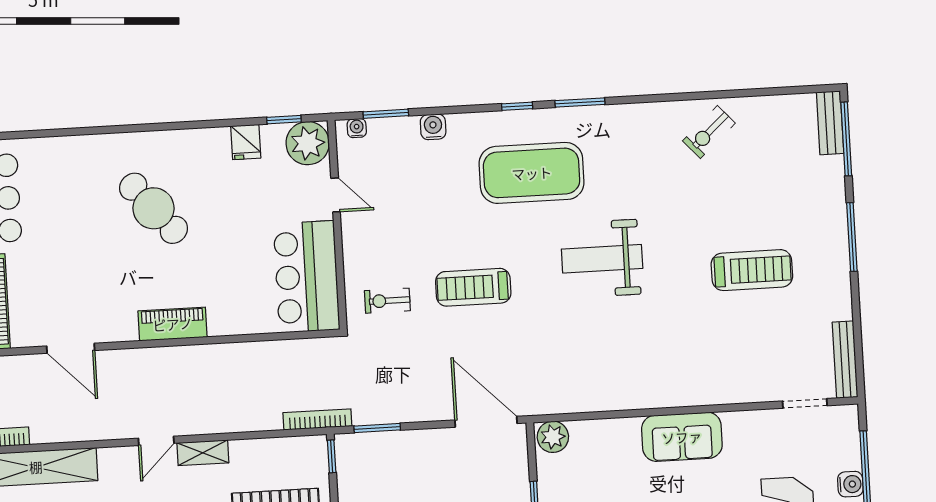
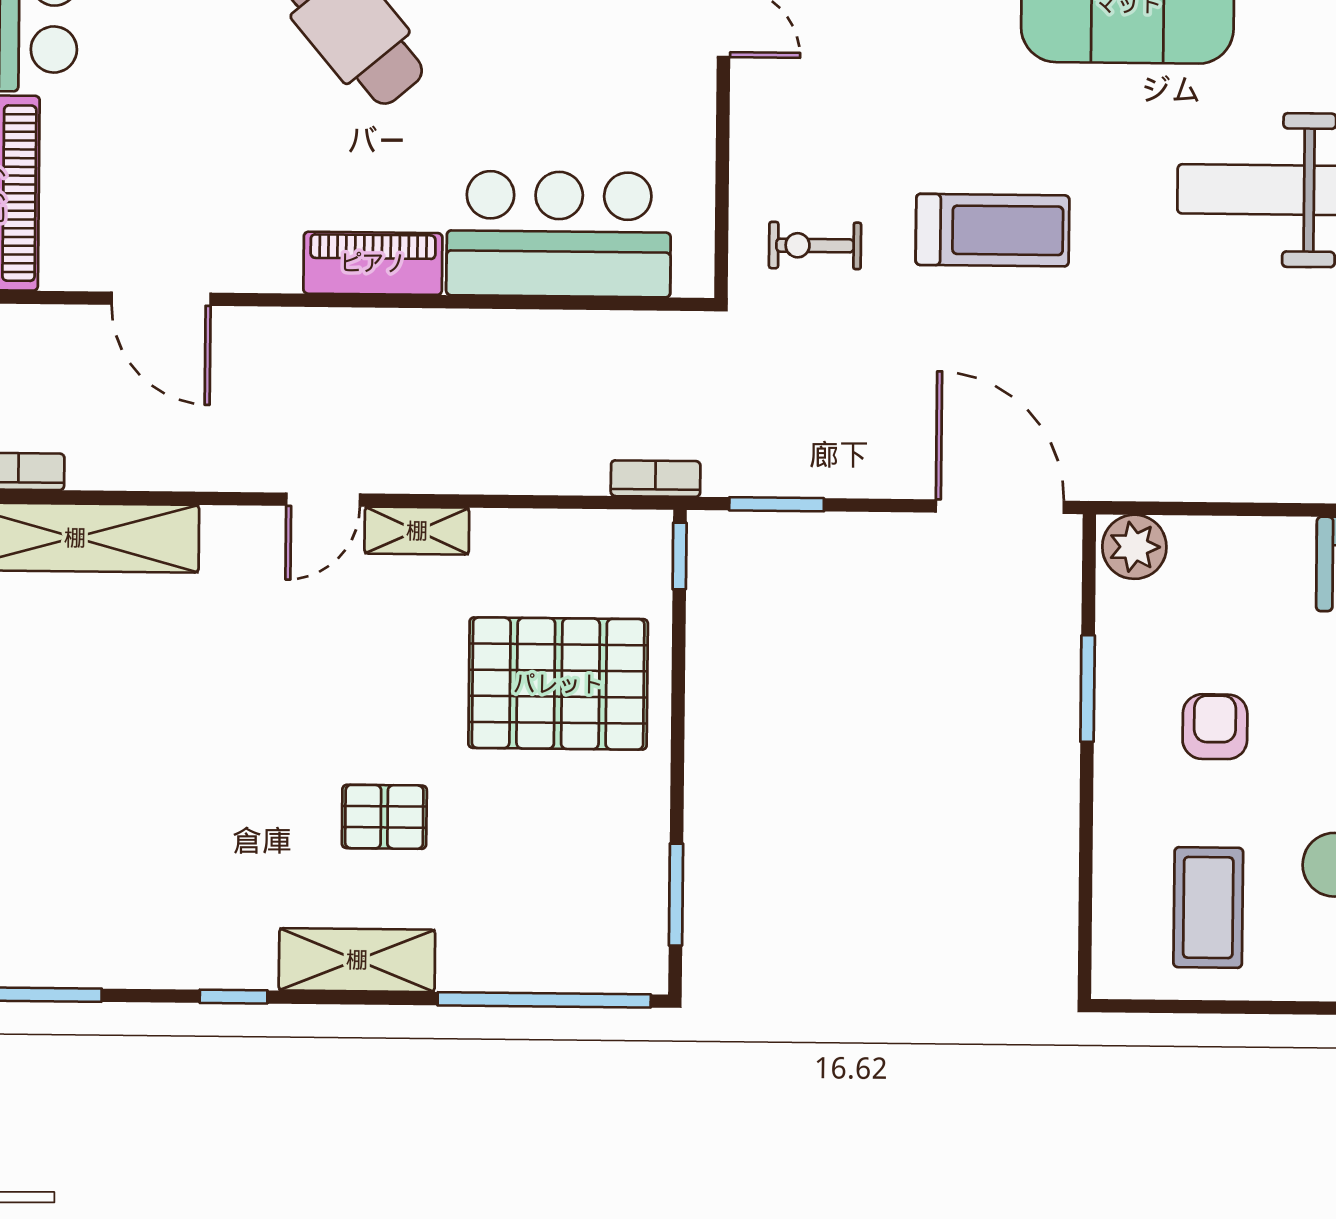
bar counter: (307, 277) -> (559, 234), moved, turned 90
treadmill: (473, 287) -> (992, 230), turned 180
bookcase: (317, 419) -> (656, 479), width x0.64

